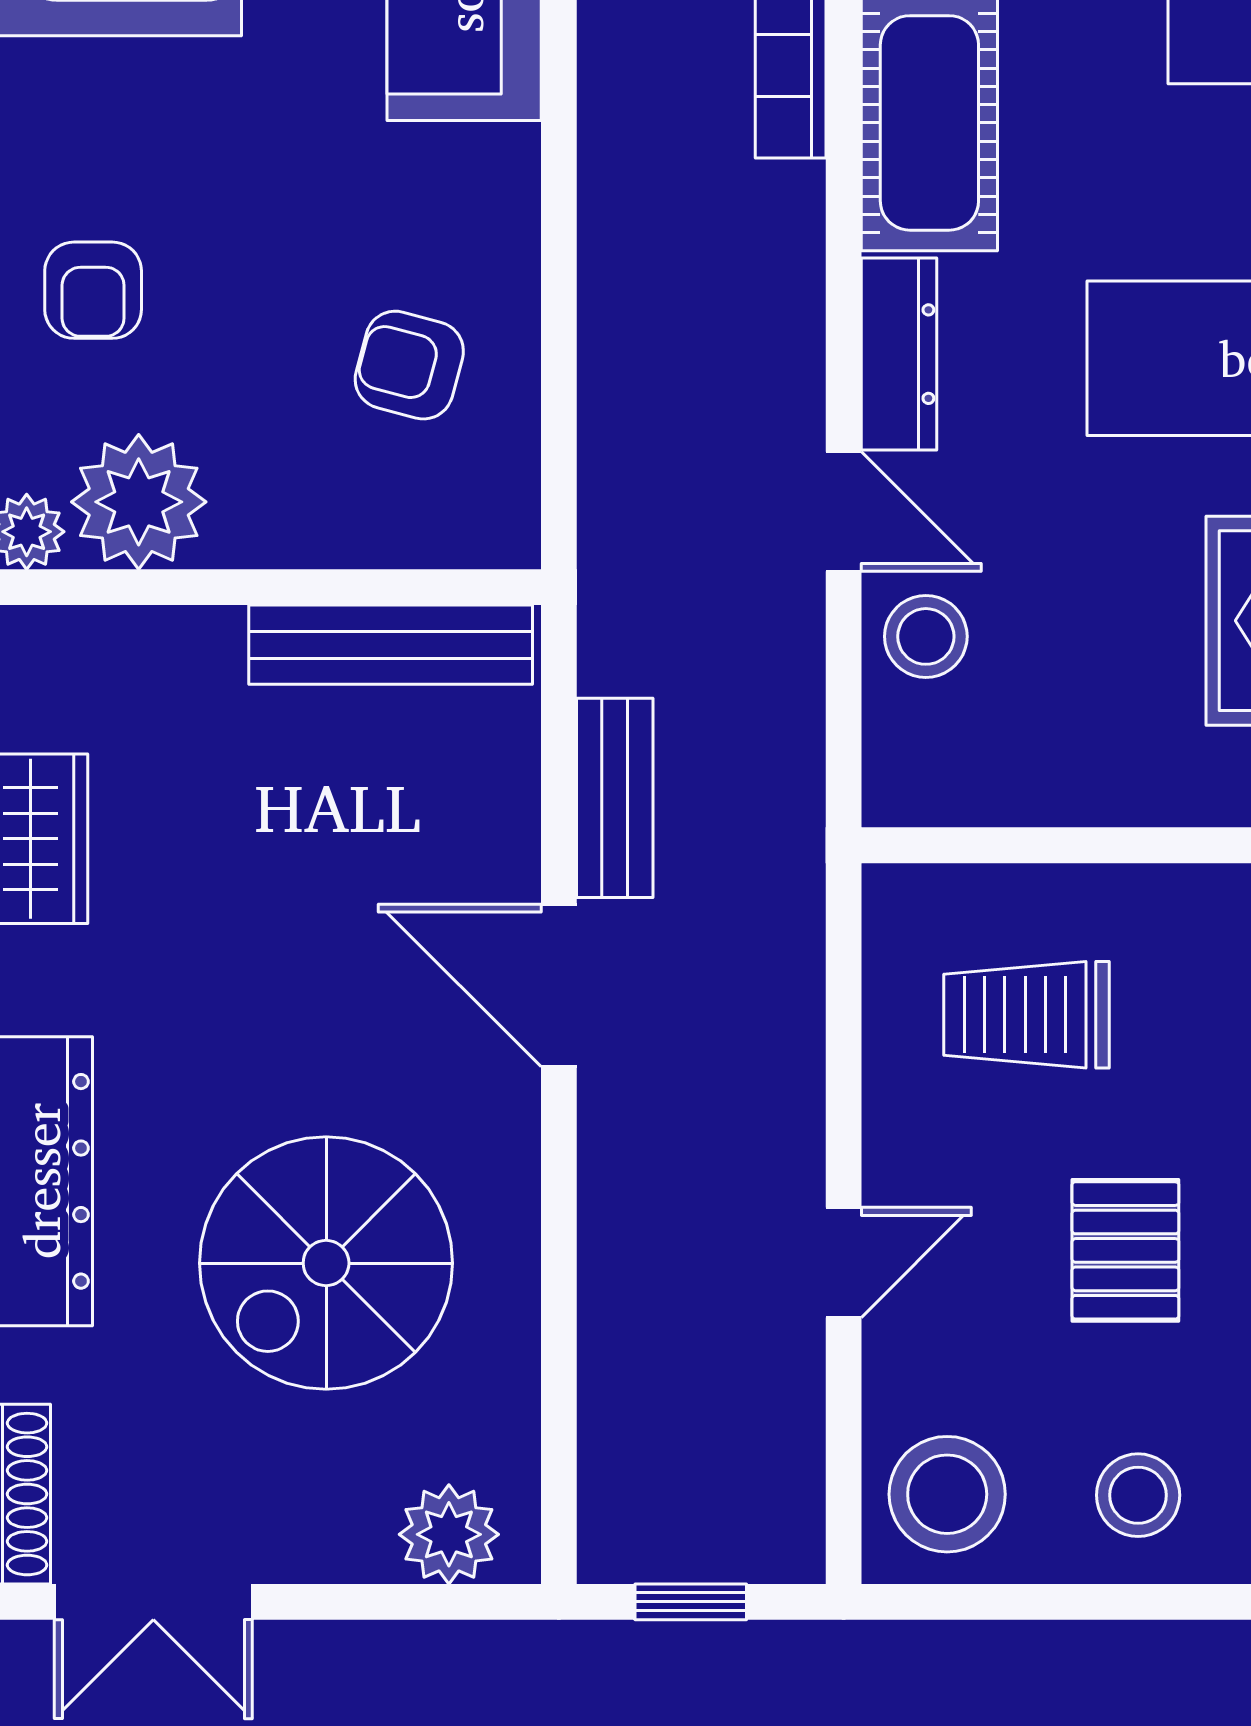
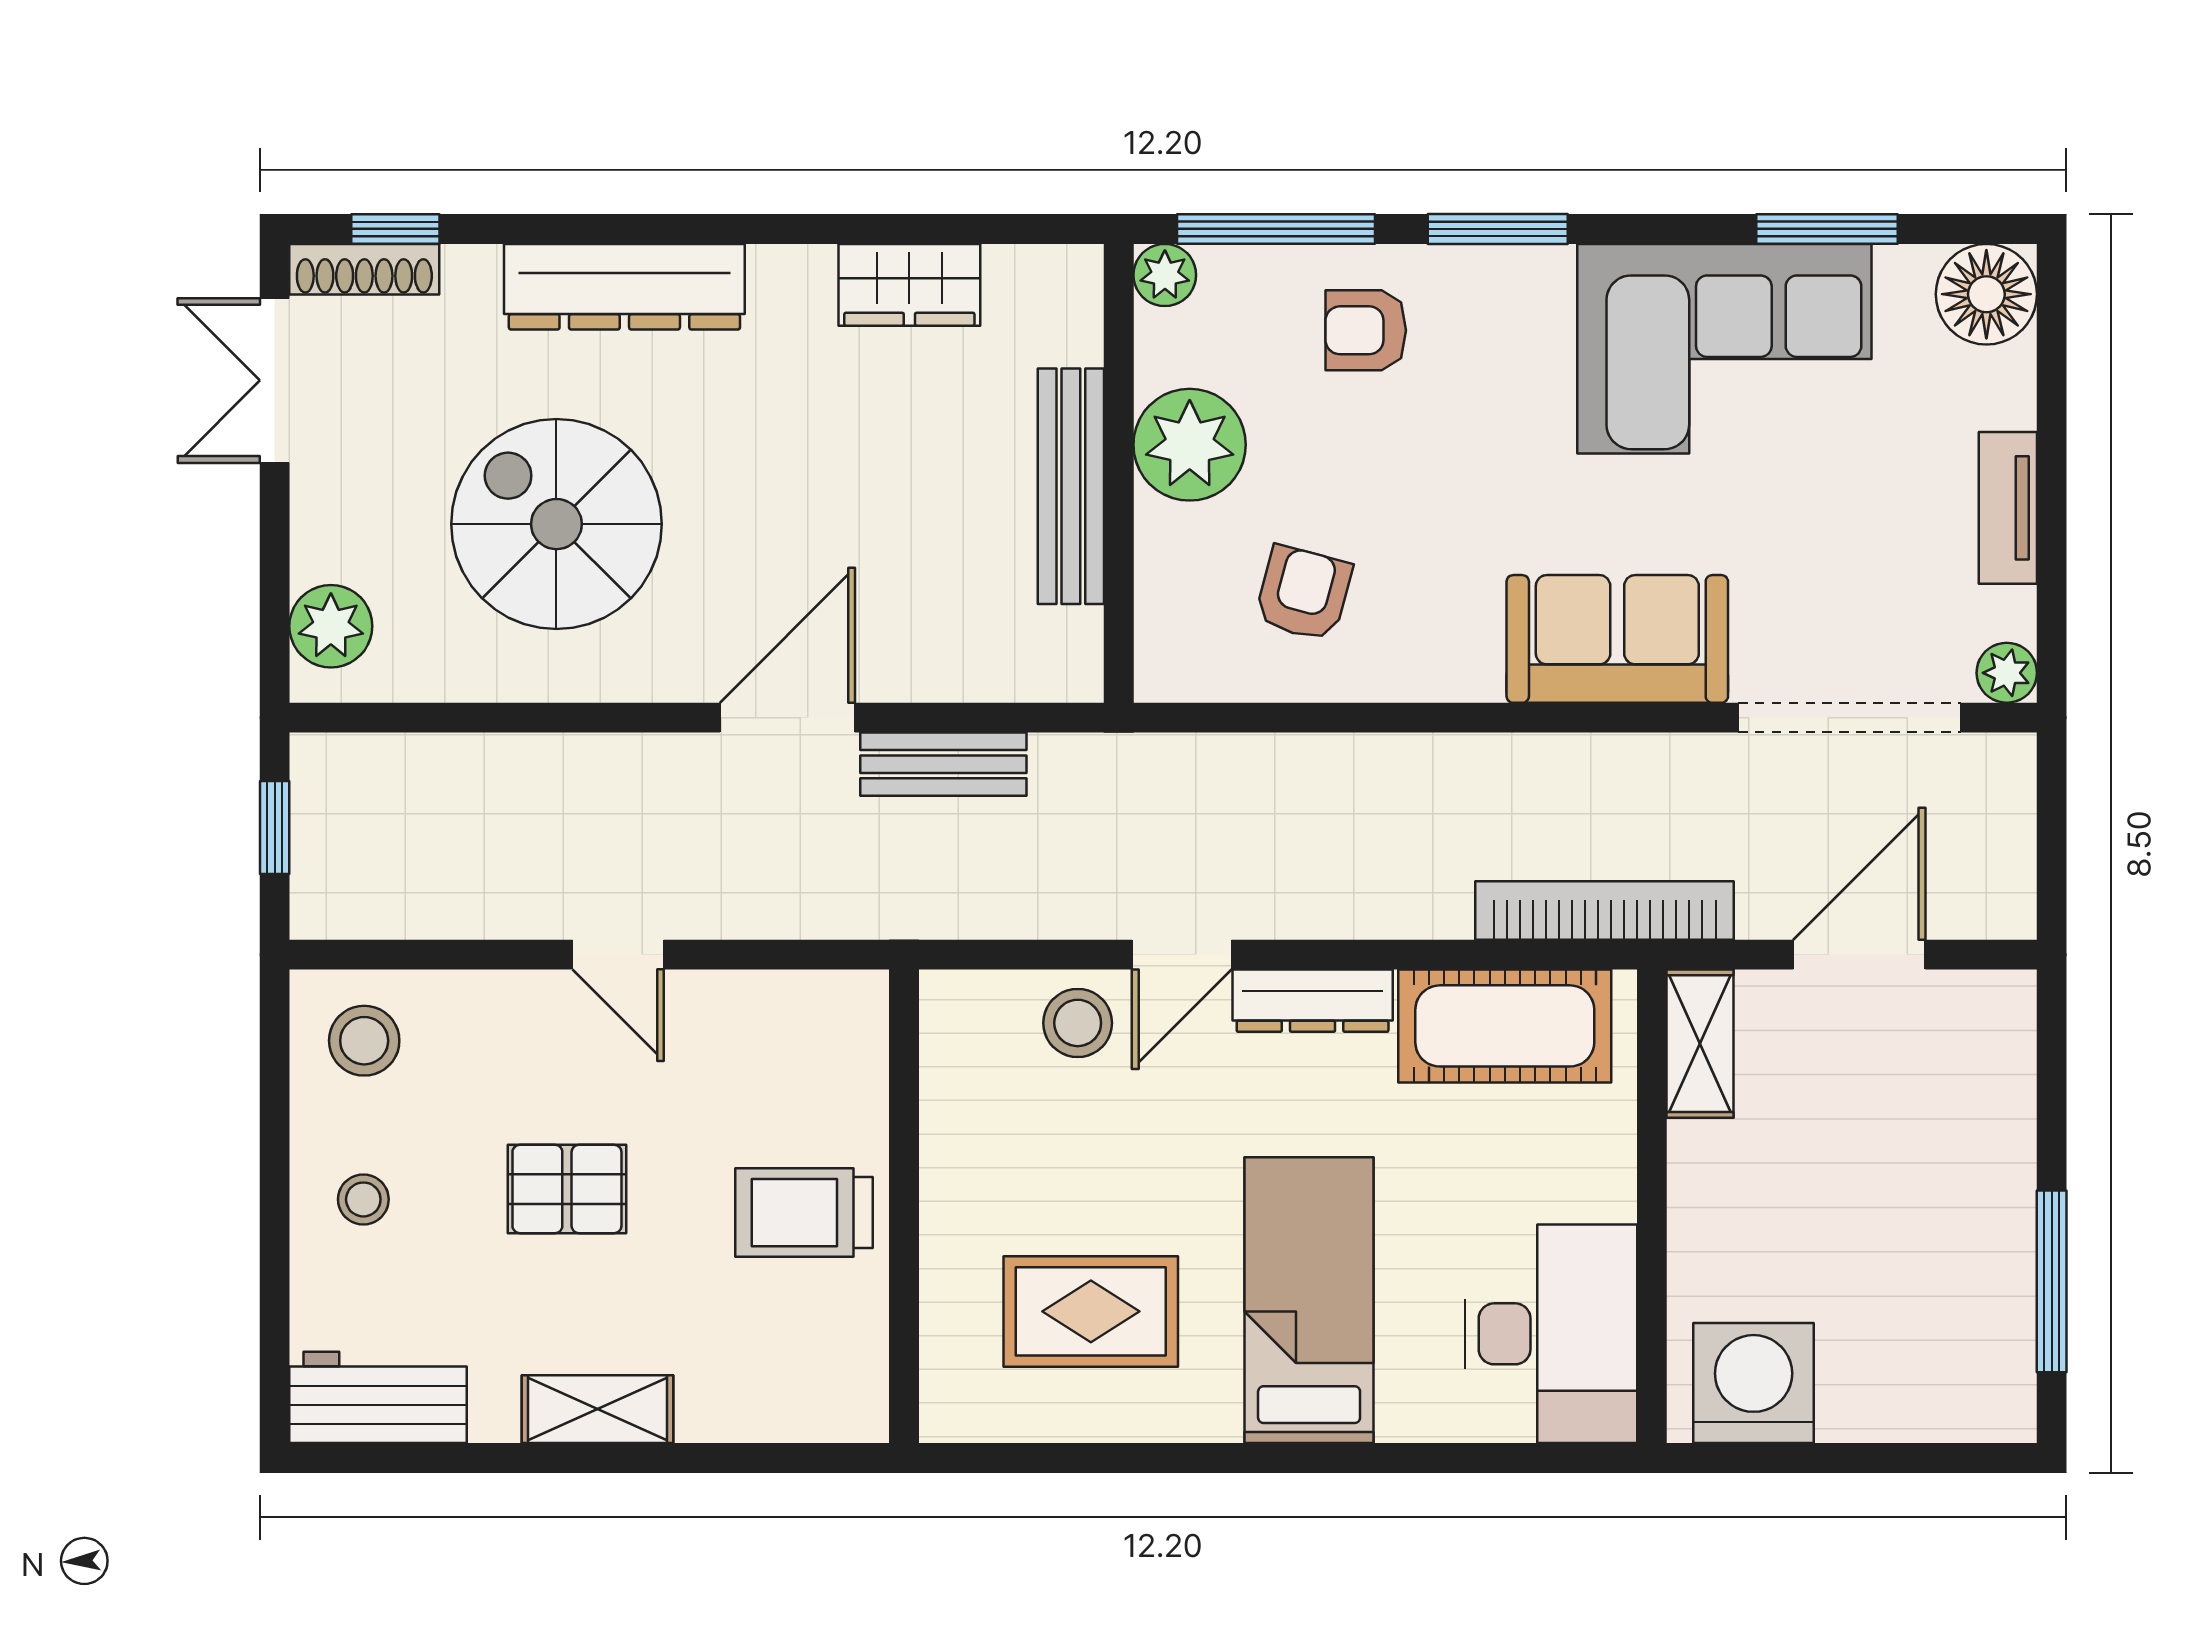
plant: (139, 502) -> (1190, 445), moved
bench: (391, 645) -> (1071, 486), moved
trolley: (1026, 1015) -> (804, 1213), moved, turned -90
door: (844, 1262) -> (618, 955), moved
stool: (947, 1494) -> (364, 1041), width x0.73, depth x0.73
stool: (1138, 1495) -> (363, 1199), width x0.73, depth x0.73

